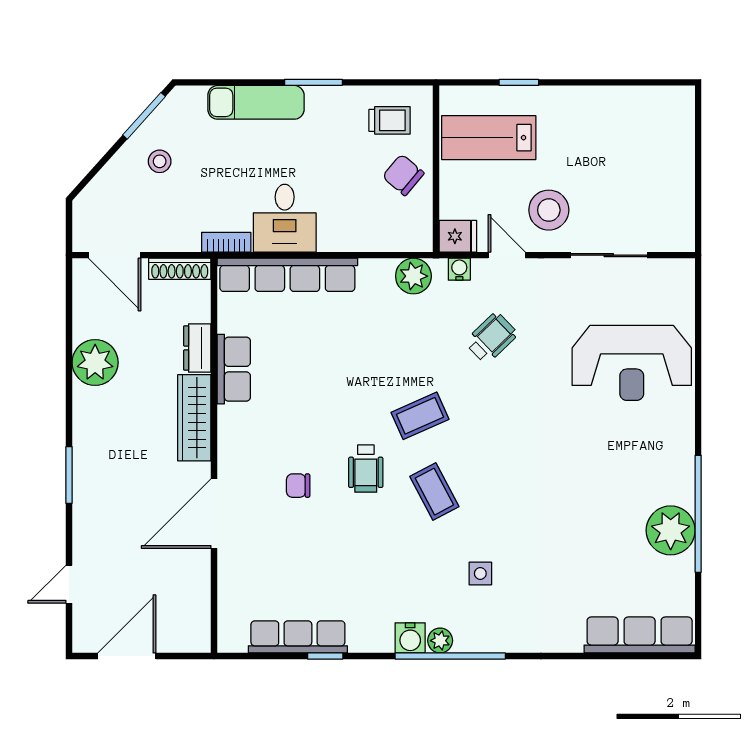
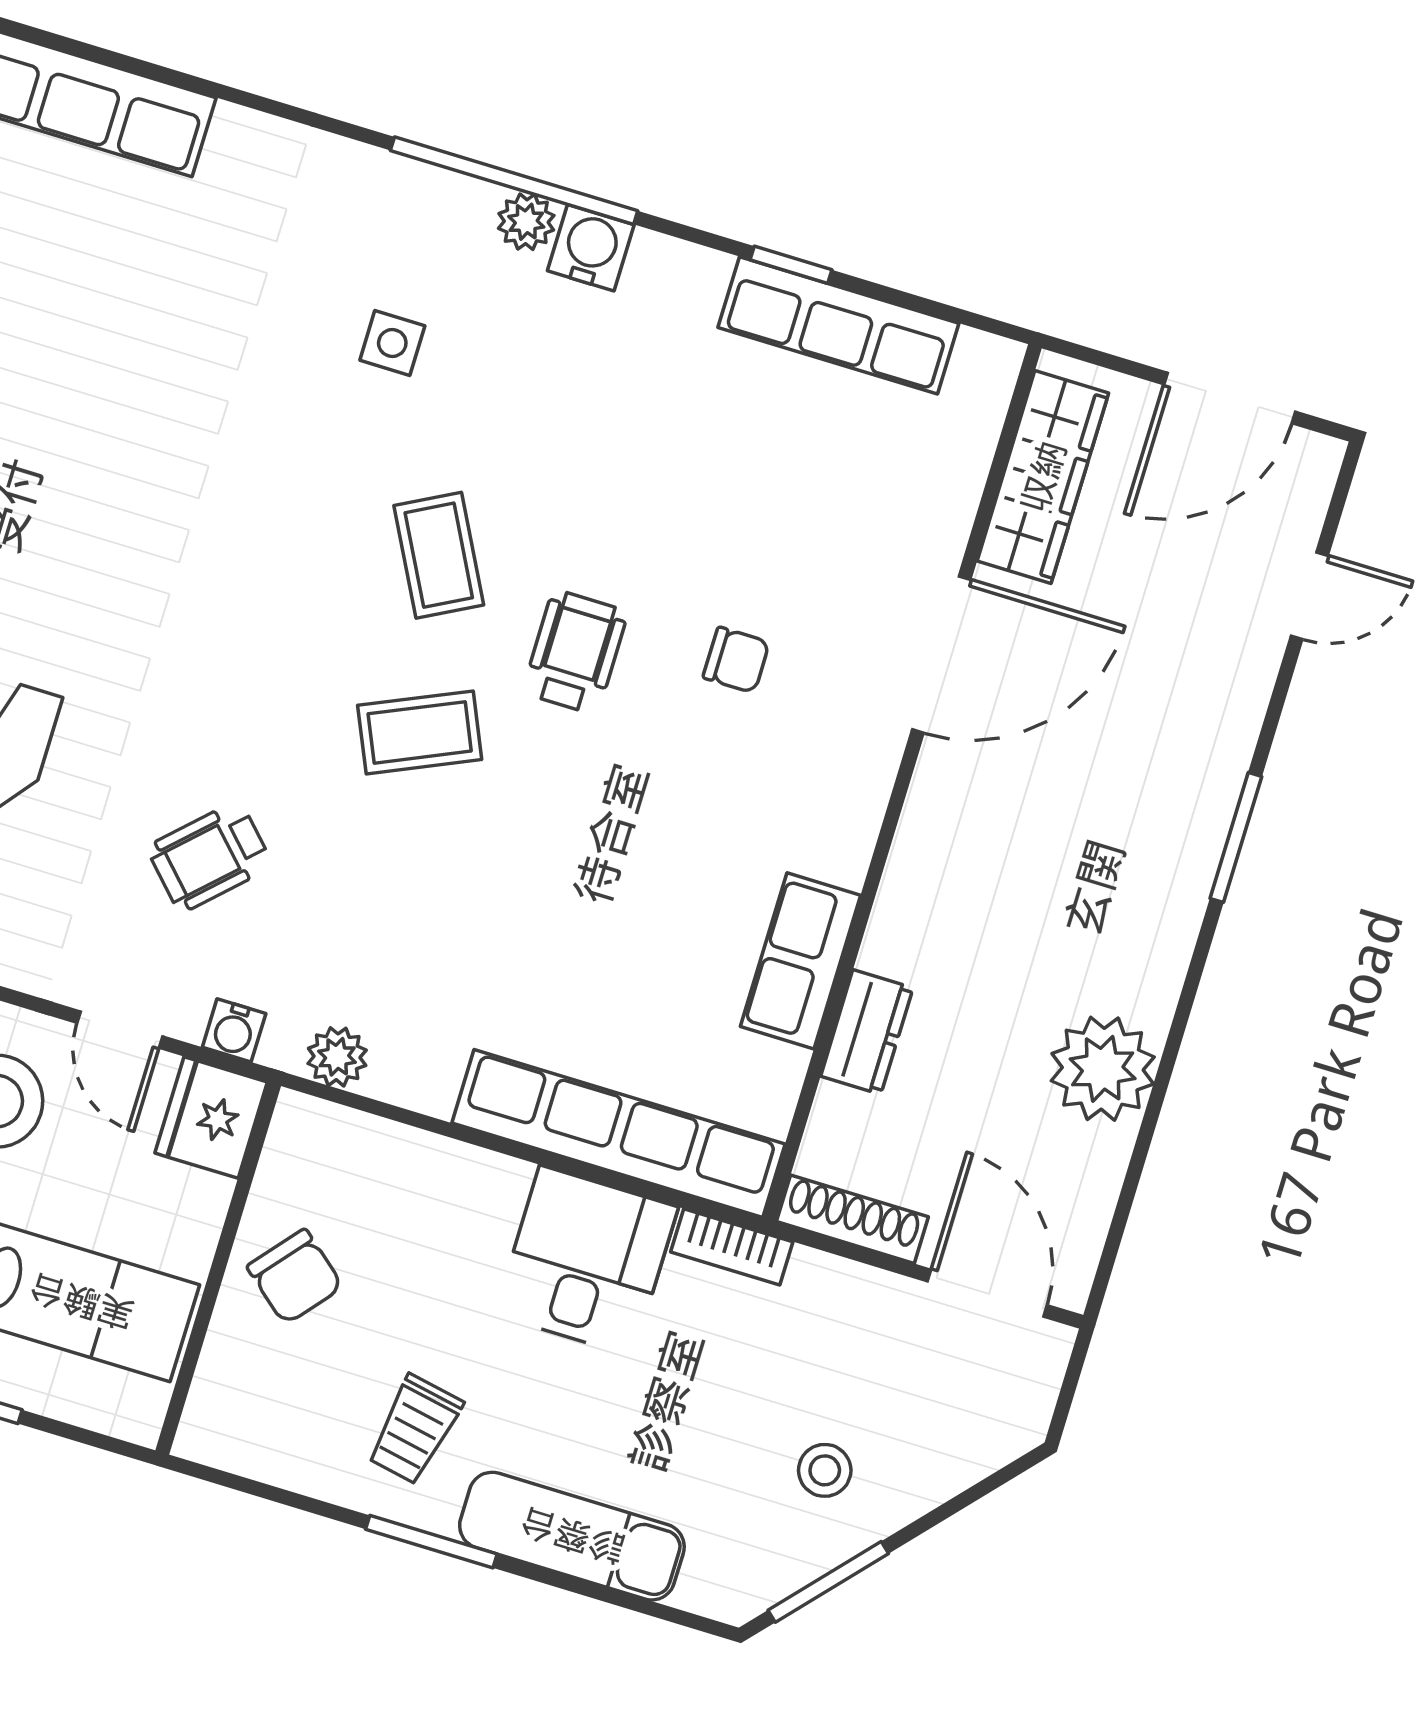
trolley: (390, 120) -> (415, 1430), moved, turned -79
fridge: (458, 236) -> (211, 1118), width x1.38
plant: (413, 276) -> (337, 1057), width x0.73, depth x0.73
wardrobe: (194, 418) -> (1043, 477), moved

